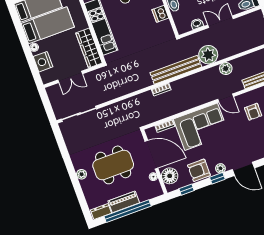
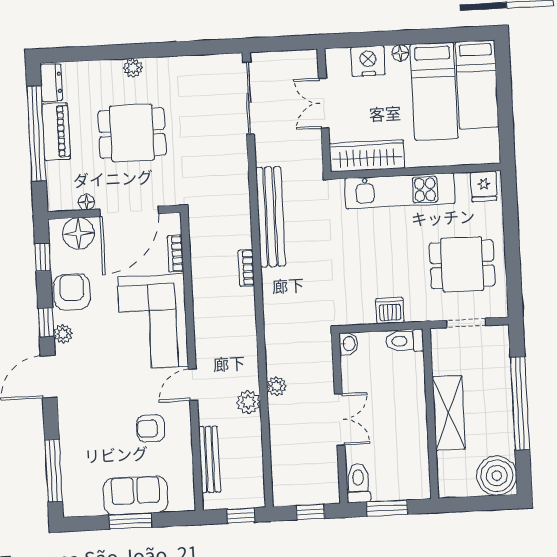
washbasin: (197, 24) -> (348, 344), moved
plant: (208, 55) -> (276, 386), width x0.53, depth x0.53
bench: (176, 70) -> (270, 217), moved
dining table: (113, 165) -> (132, 133), width x0.73

